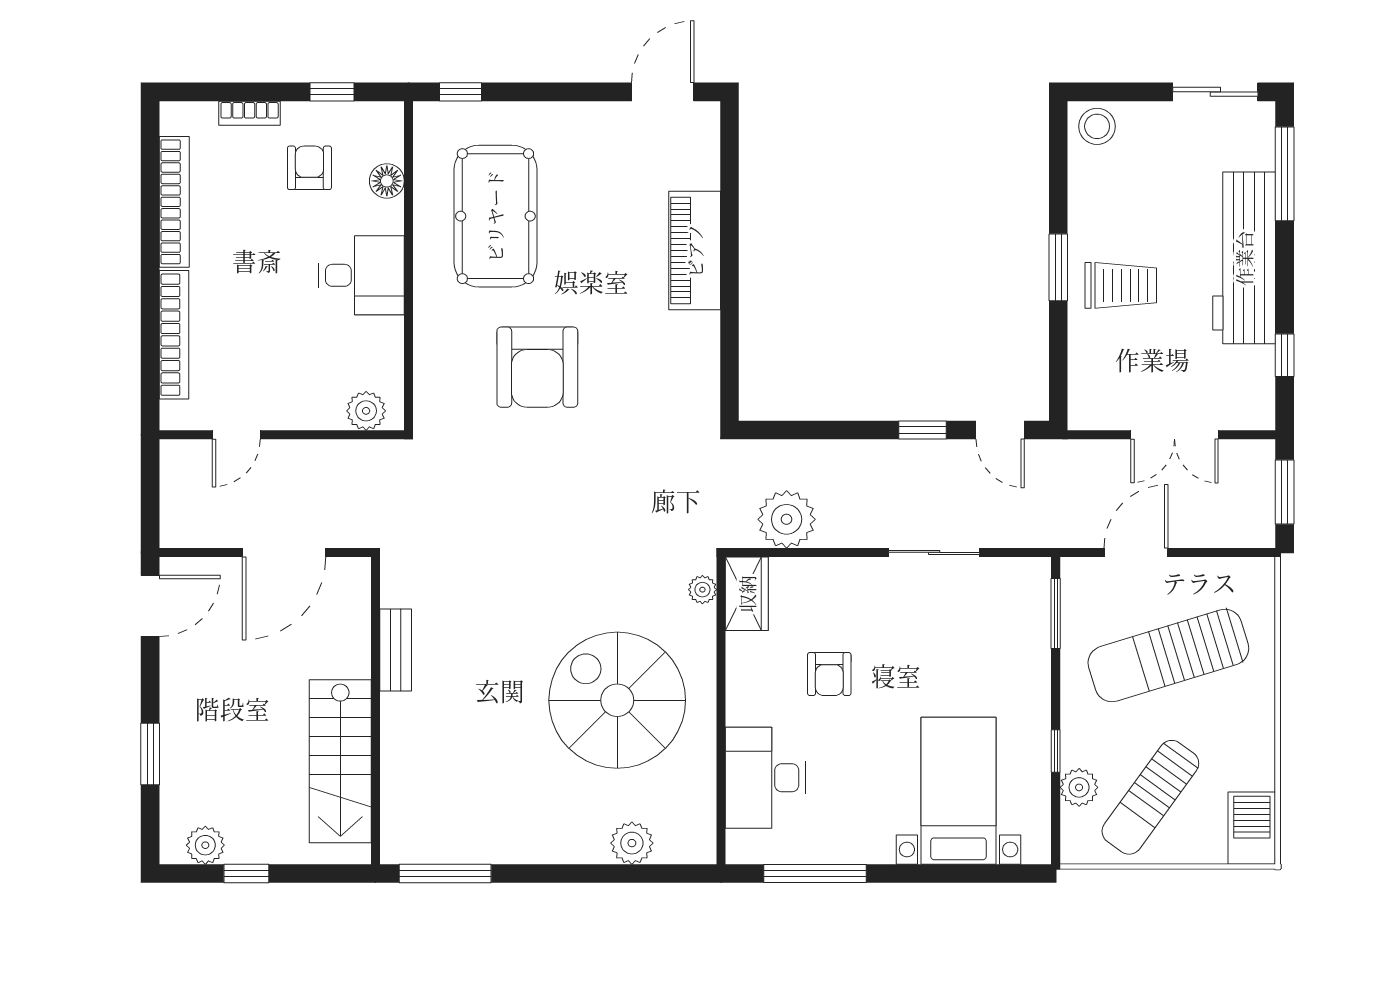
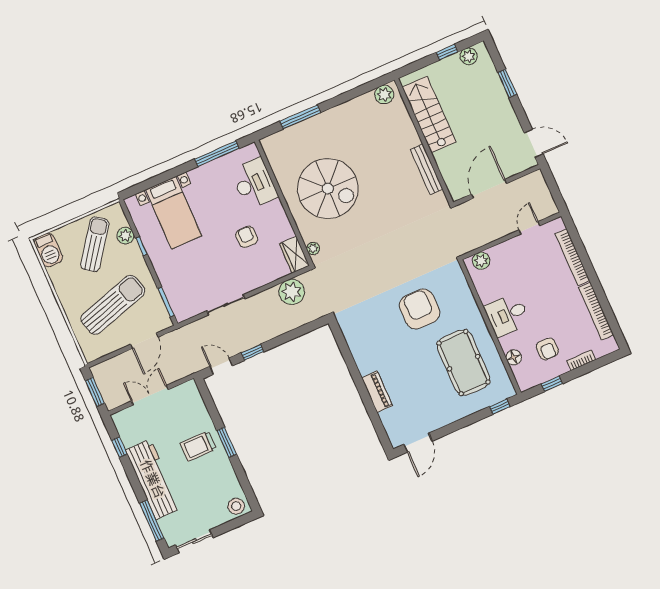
piano: (695, 250) -> (377, 392), width x0.73, depth x0.75
door: (150, 606) -> (534, 143), swing flipped
bench: (396, 650) -> (426, 169), width x1.36
plant: (632, 843) -> (384, 95), moved
window: (445, 873) -> (300, 117), moved

